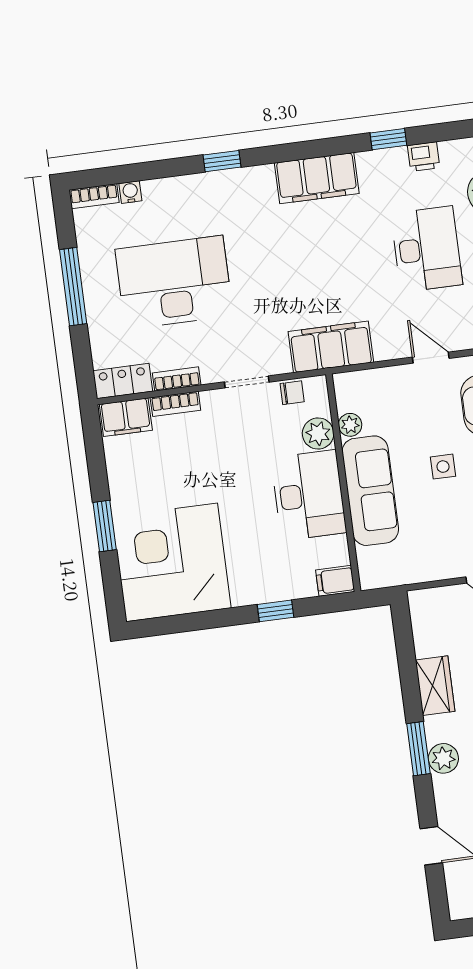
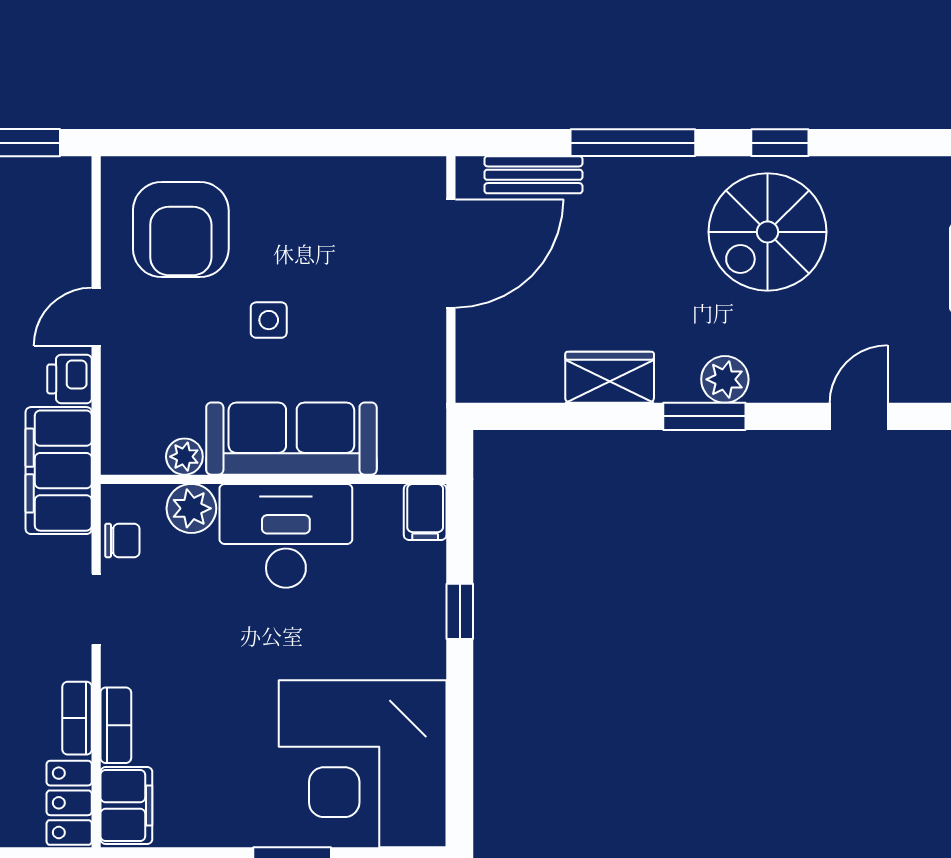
printer: (389, 346) -> (69, 379), added
chair: (292, 393) -> (122, 541), turned 90

